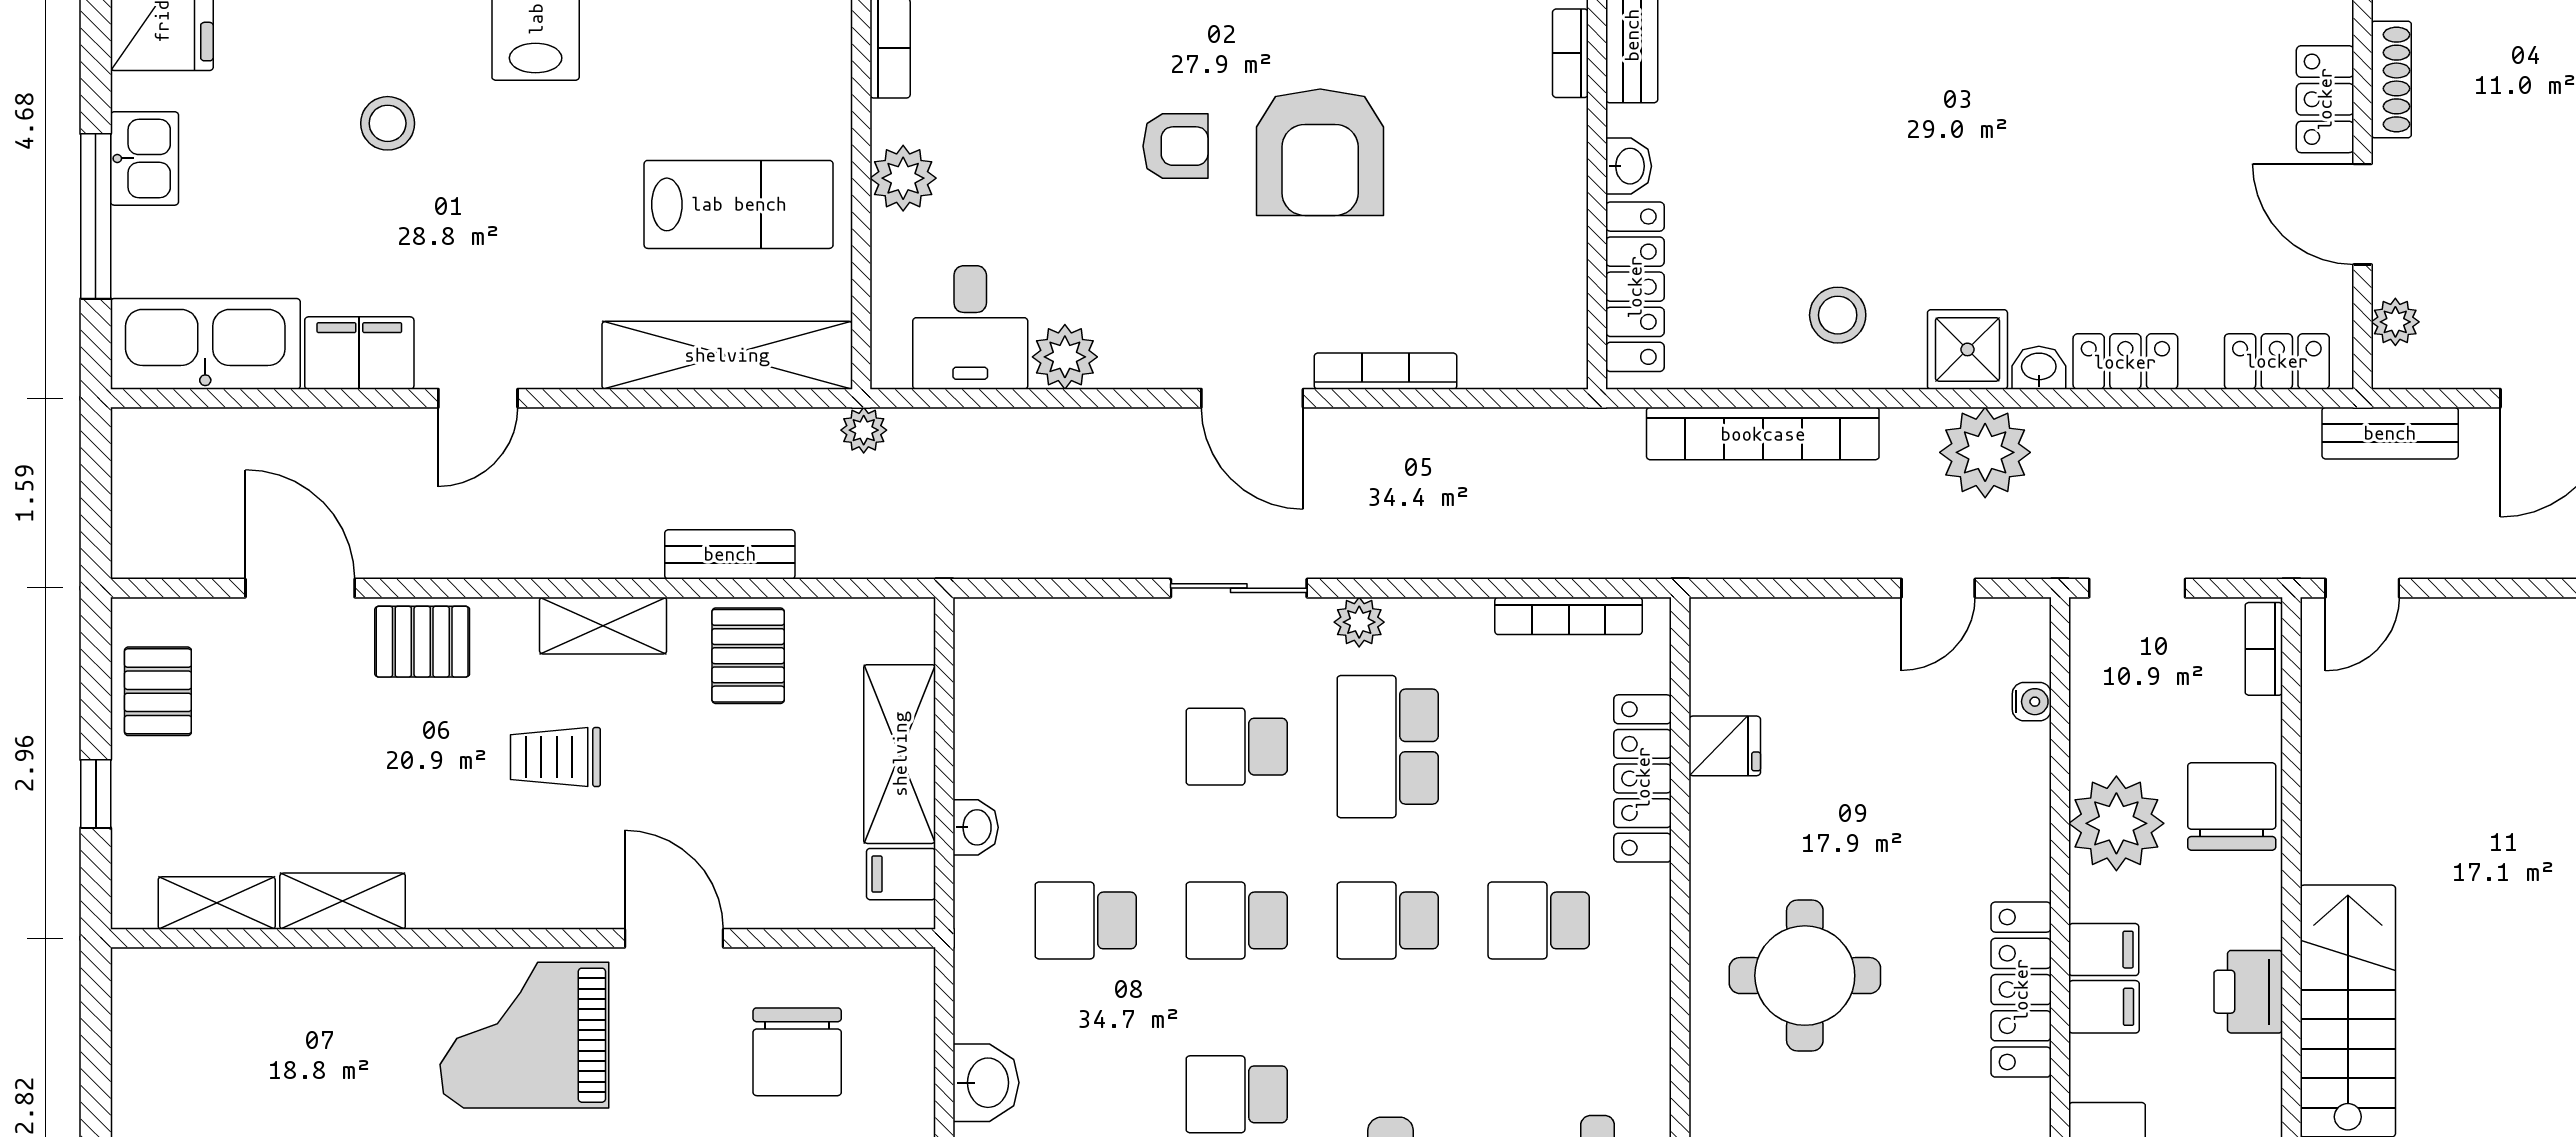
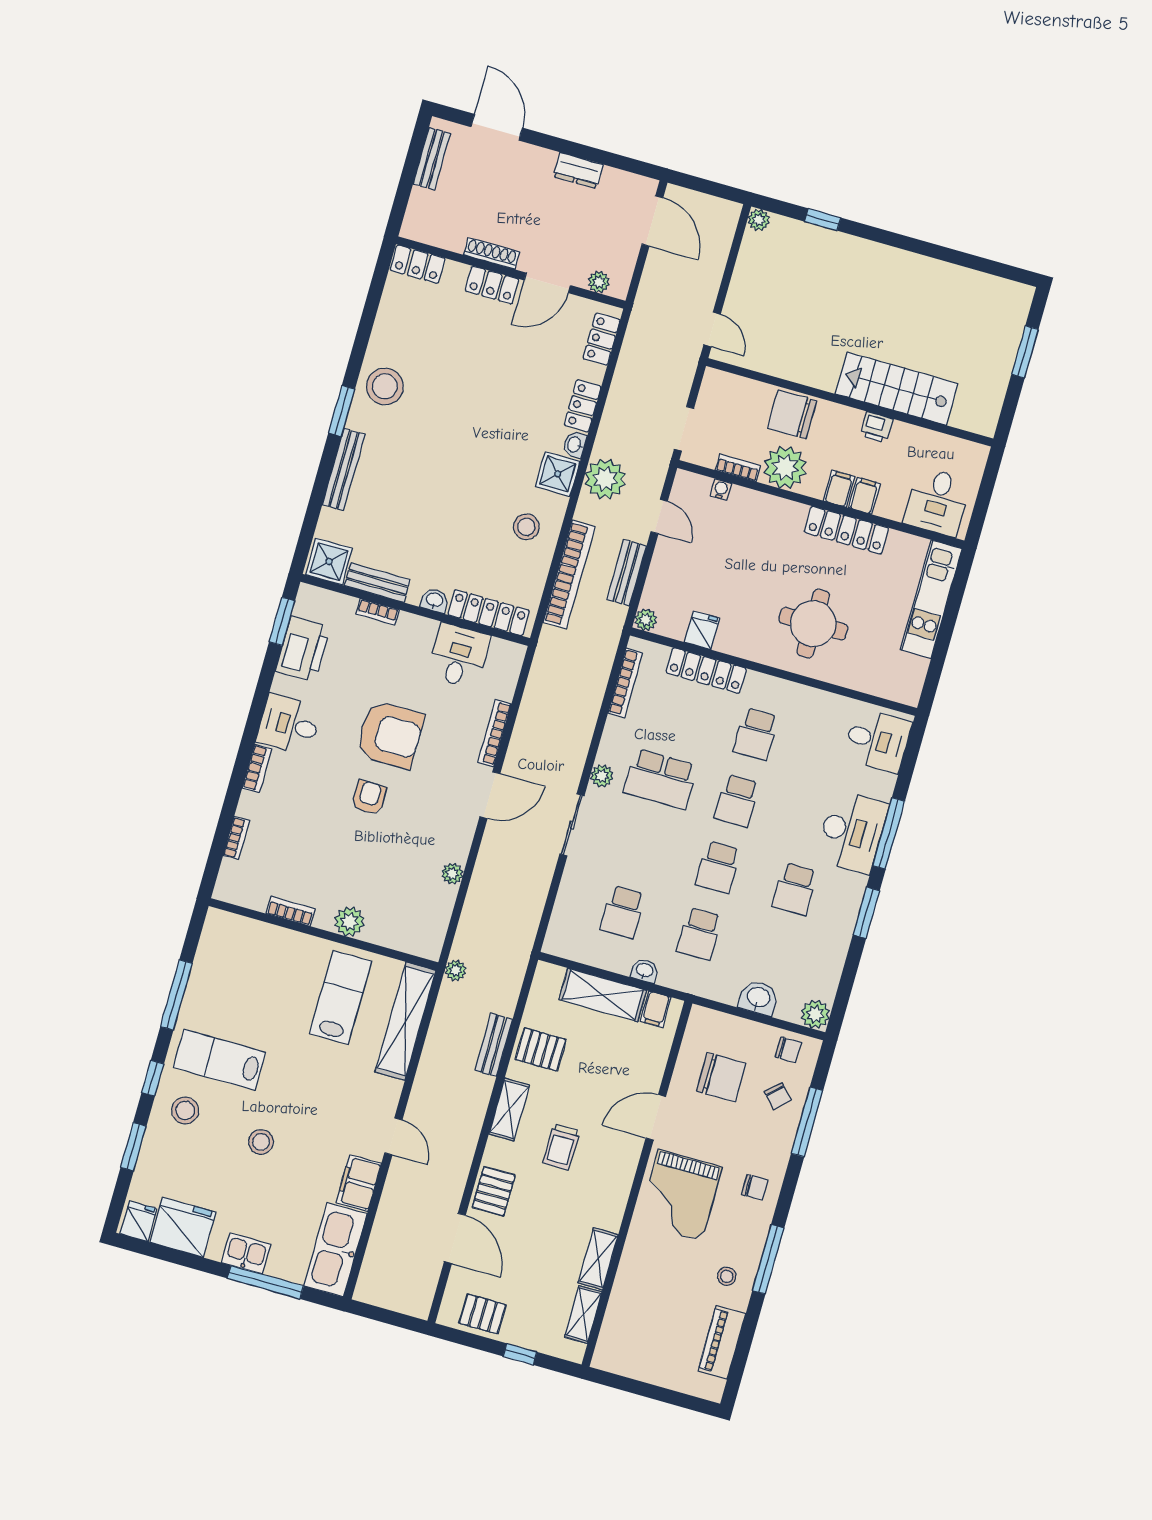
desk: (970, 327) -> (459, 656), moved, turned -90
plant: (1065, 357) -> (452, 874), width x0.73, depth x0.73
bench: (2390, 433) -> (627, 573), moved
door: (300, 588) -> (455, 1238), swing flipped
plant: (1713, 621) -> (646, 620), added
bookcase: (2264, 649) -> (738, 468), moved, turned 180
school desk: (1237, 747) -> (623, 912), moved
printer: (2248, 992) -> (877, 427), width x0.73, depth x0.81

